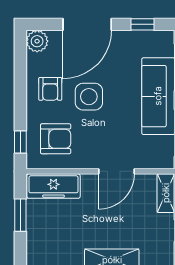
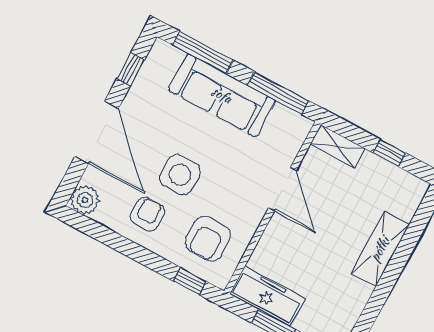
armchair: (50, 89) -> (147, 214), turned -90
armchair: (56, 139) -> (208, 239), turned 180
freezer: (53, 186) -> (267, 296), moved, turned -90

